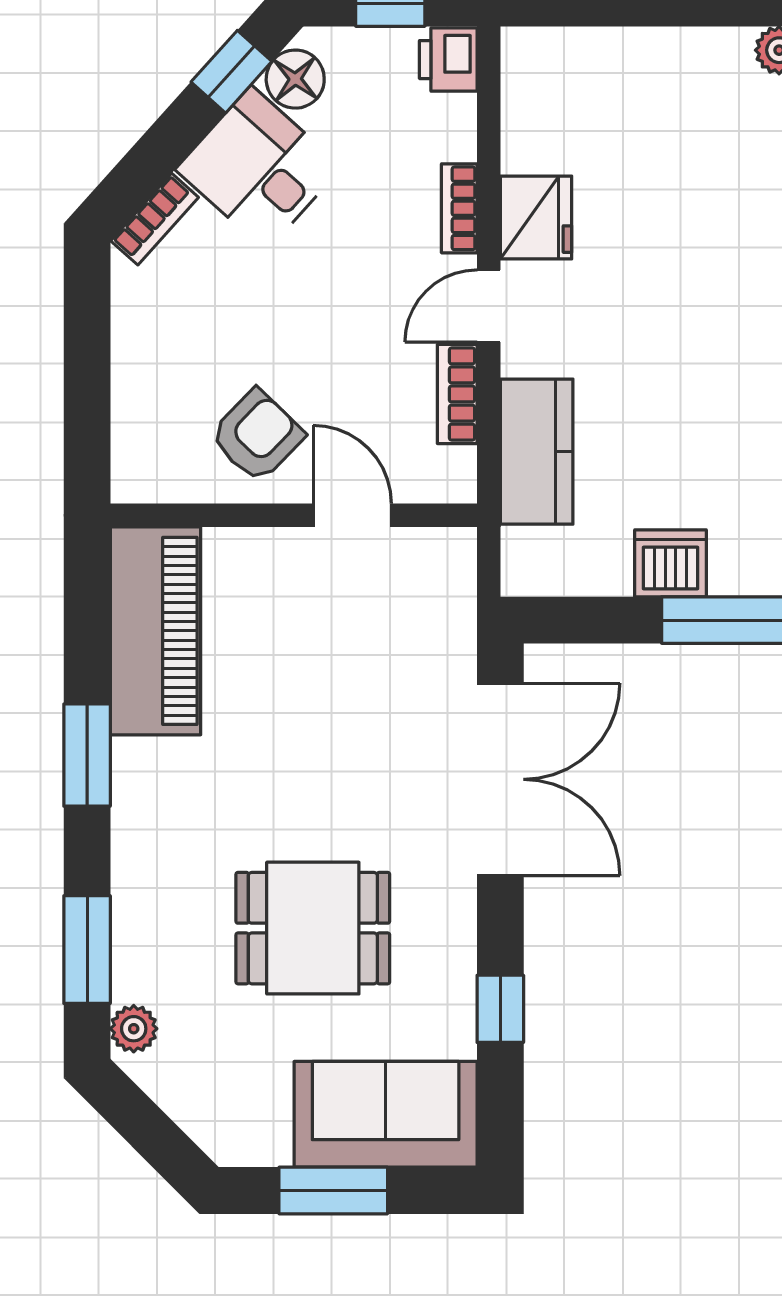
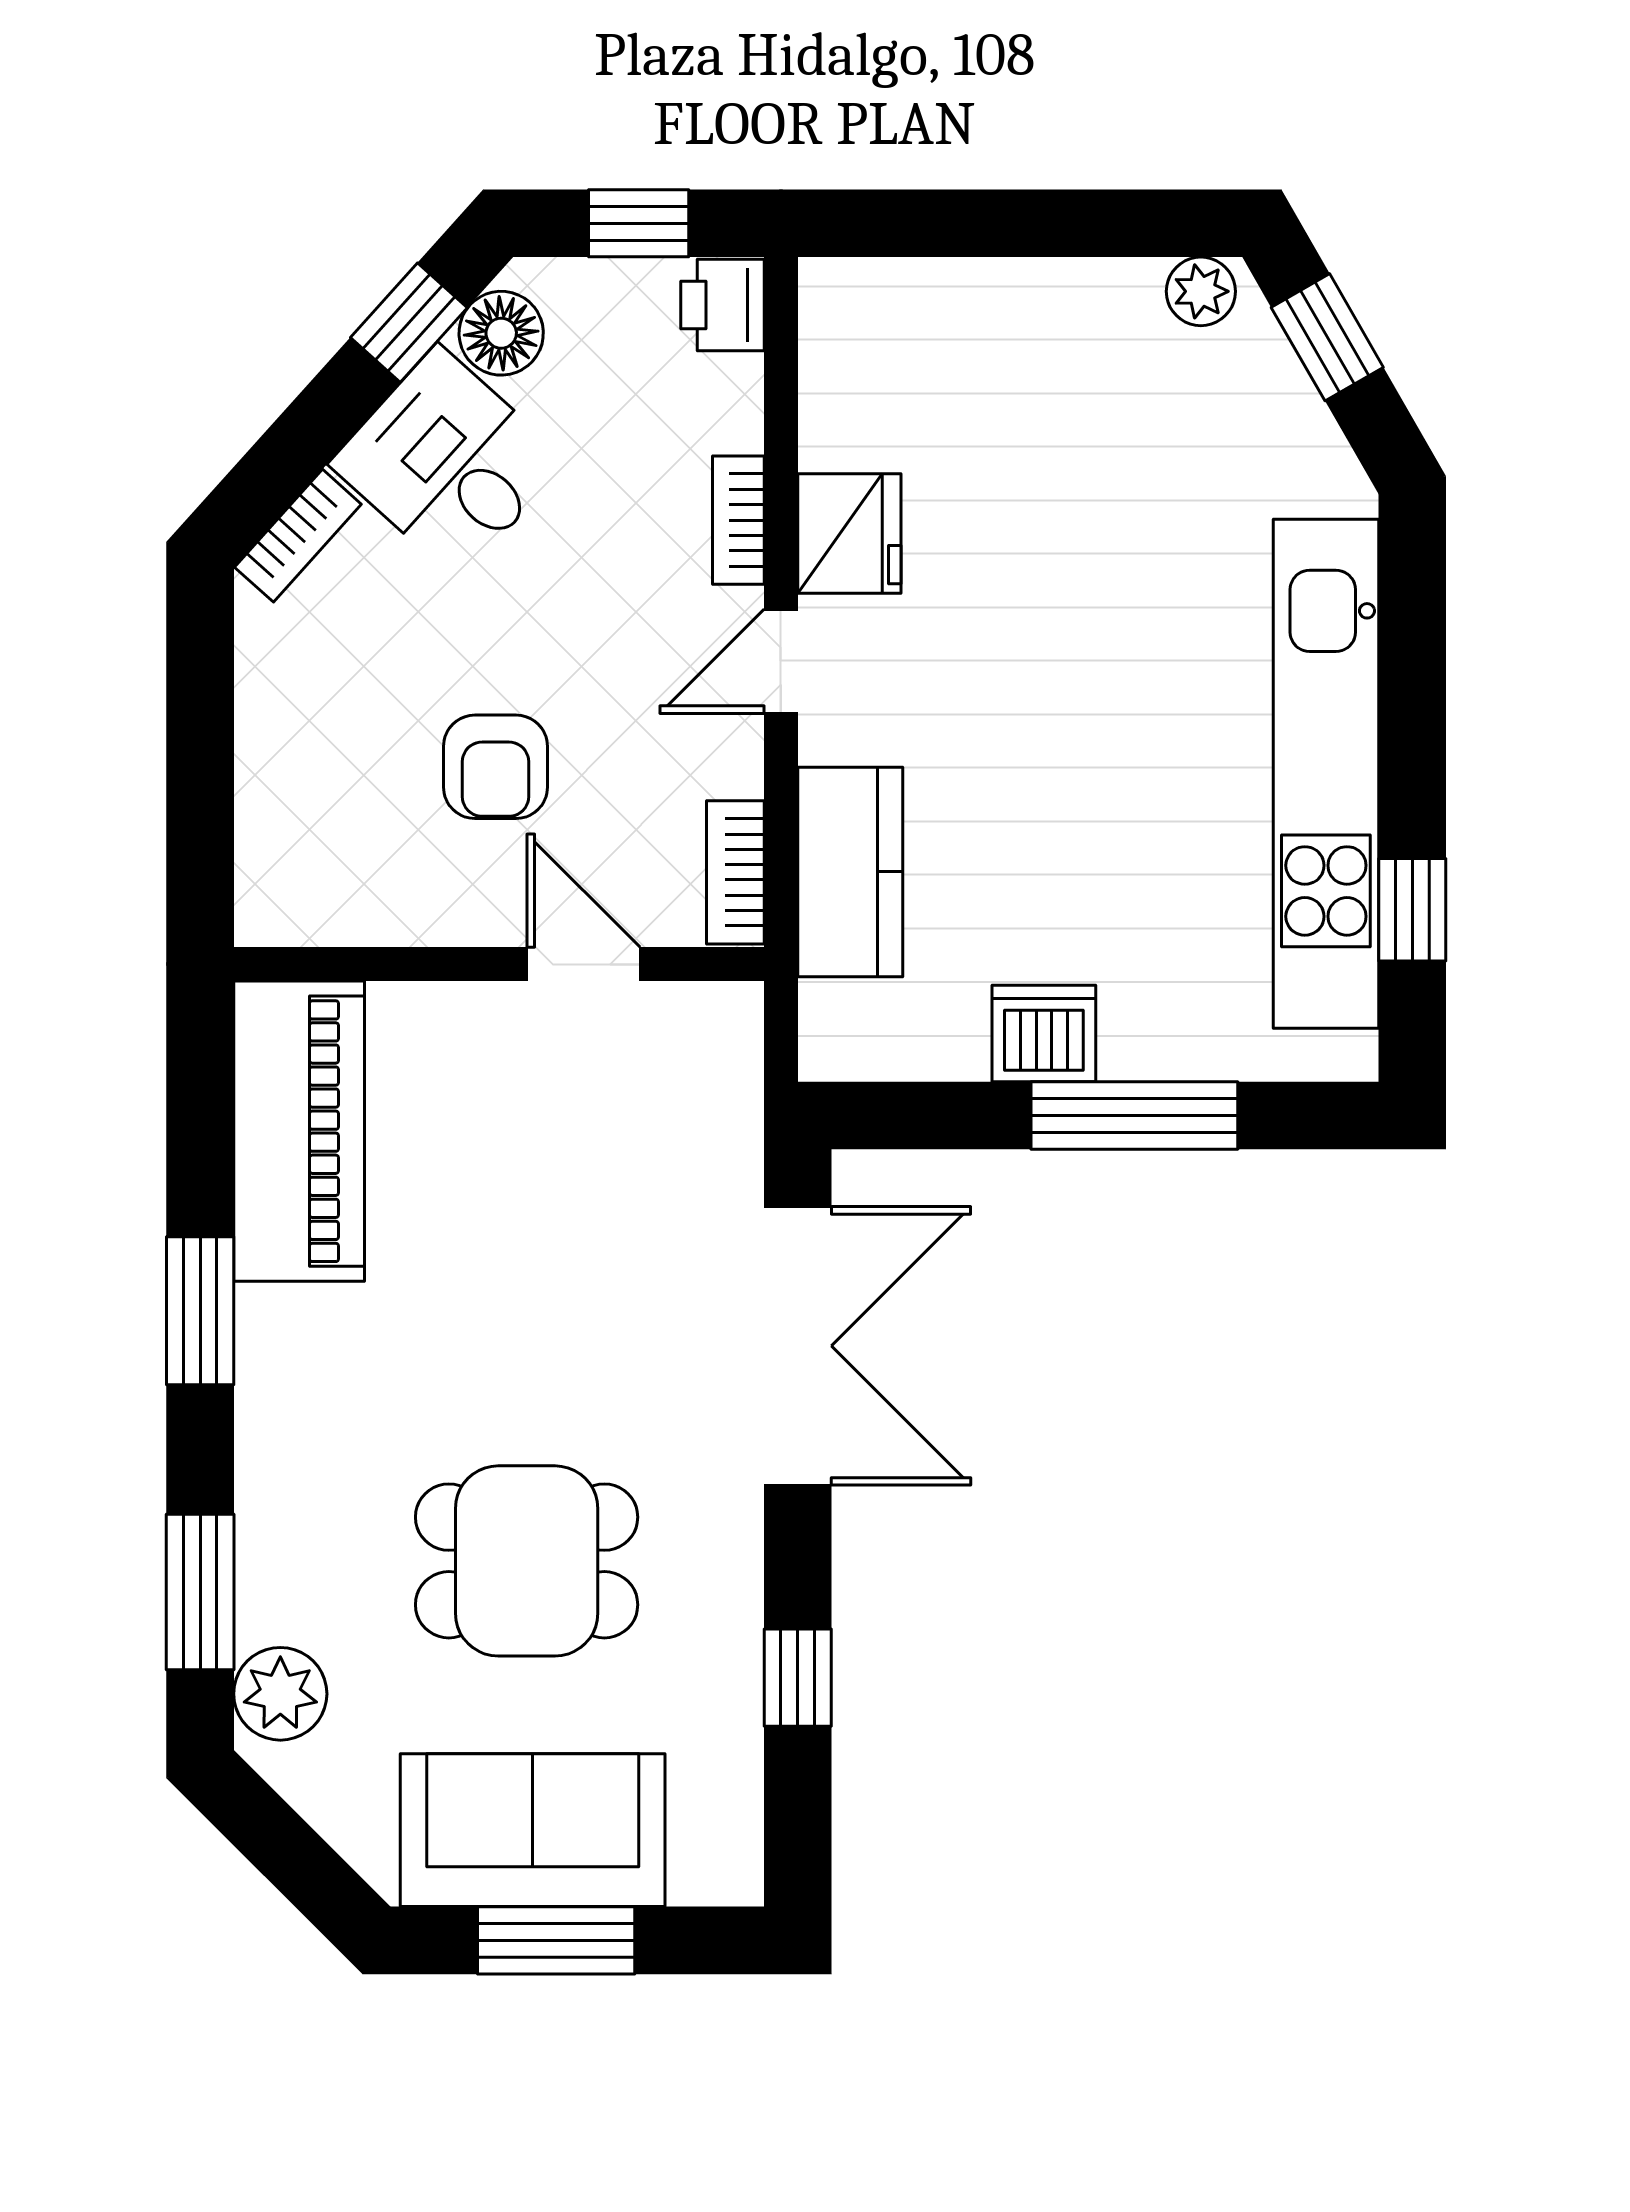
bookcase: (457, 394) -> (735, 872), moved
armchair: (257, 436) -> (496, 767), moved, turned 136
plant: (134, 1029) -> (280, 1694), width x1.38, depth x1.38
sofa: (386, 1114) -> (533, 1830), moved

